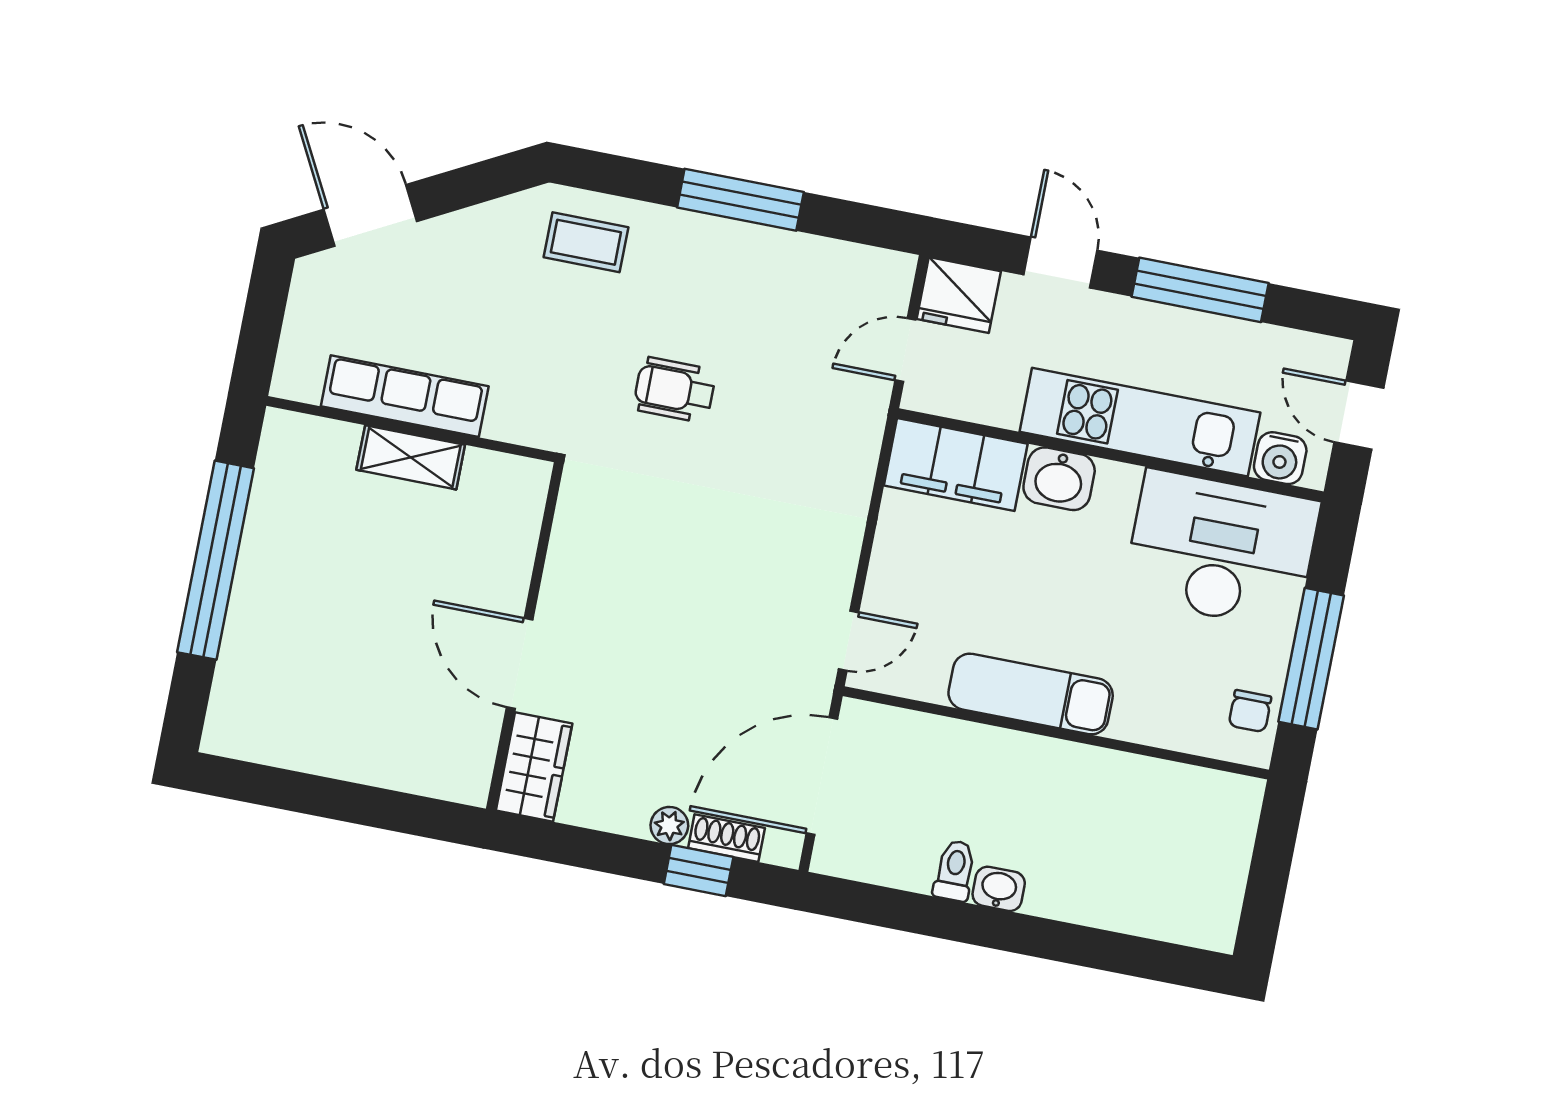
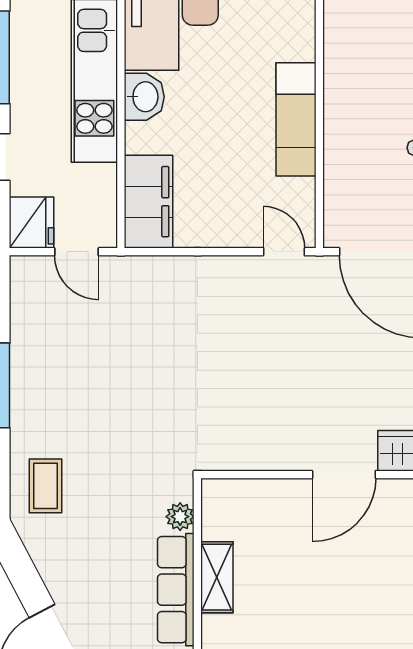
wheelchair: (675, 390) -> (135, 405), removed
plant: (506, 422) -> (180, 517), added
washbasin: (1059, 479) -> (144, 97), moved

